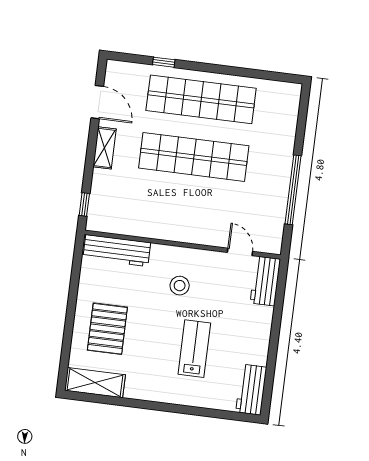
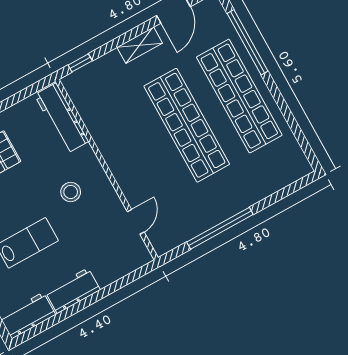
window: (164, 62) -> (248, 42), width x3.17
workbench: (265, 281) -> (73, 291), moved

